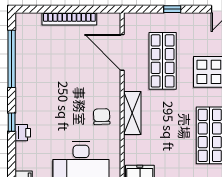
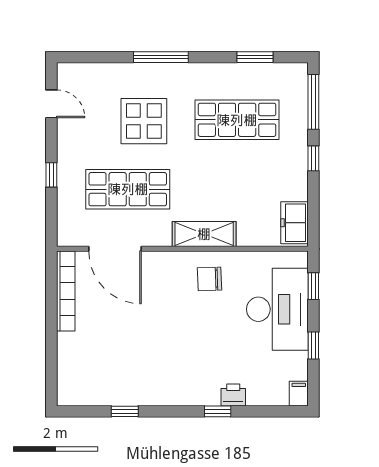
bookcase: (69, 19) -> (66, 291), moved
door: (122, 52) -> (115, 249), hinge flipped
window: (12, 59) -> (125, 411), width x0.32

